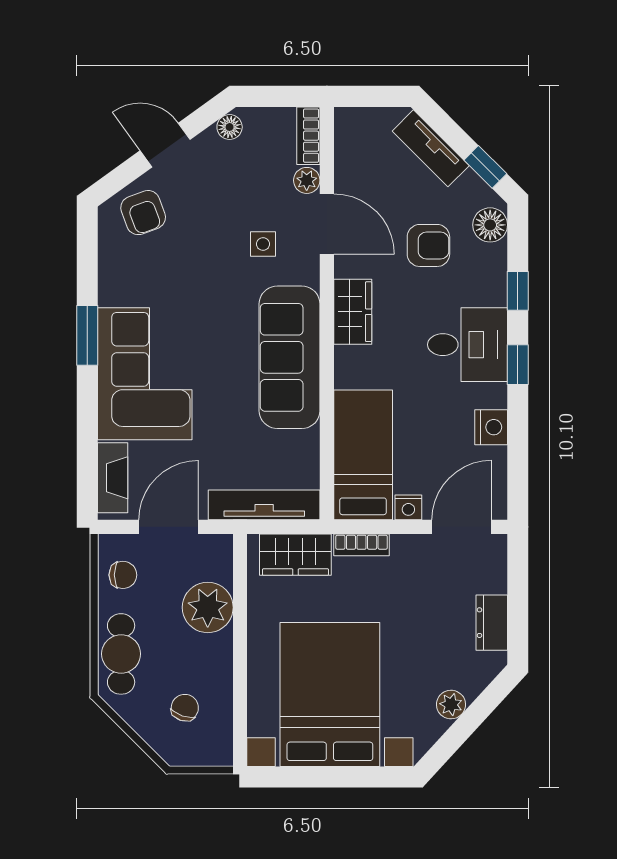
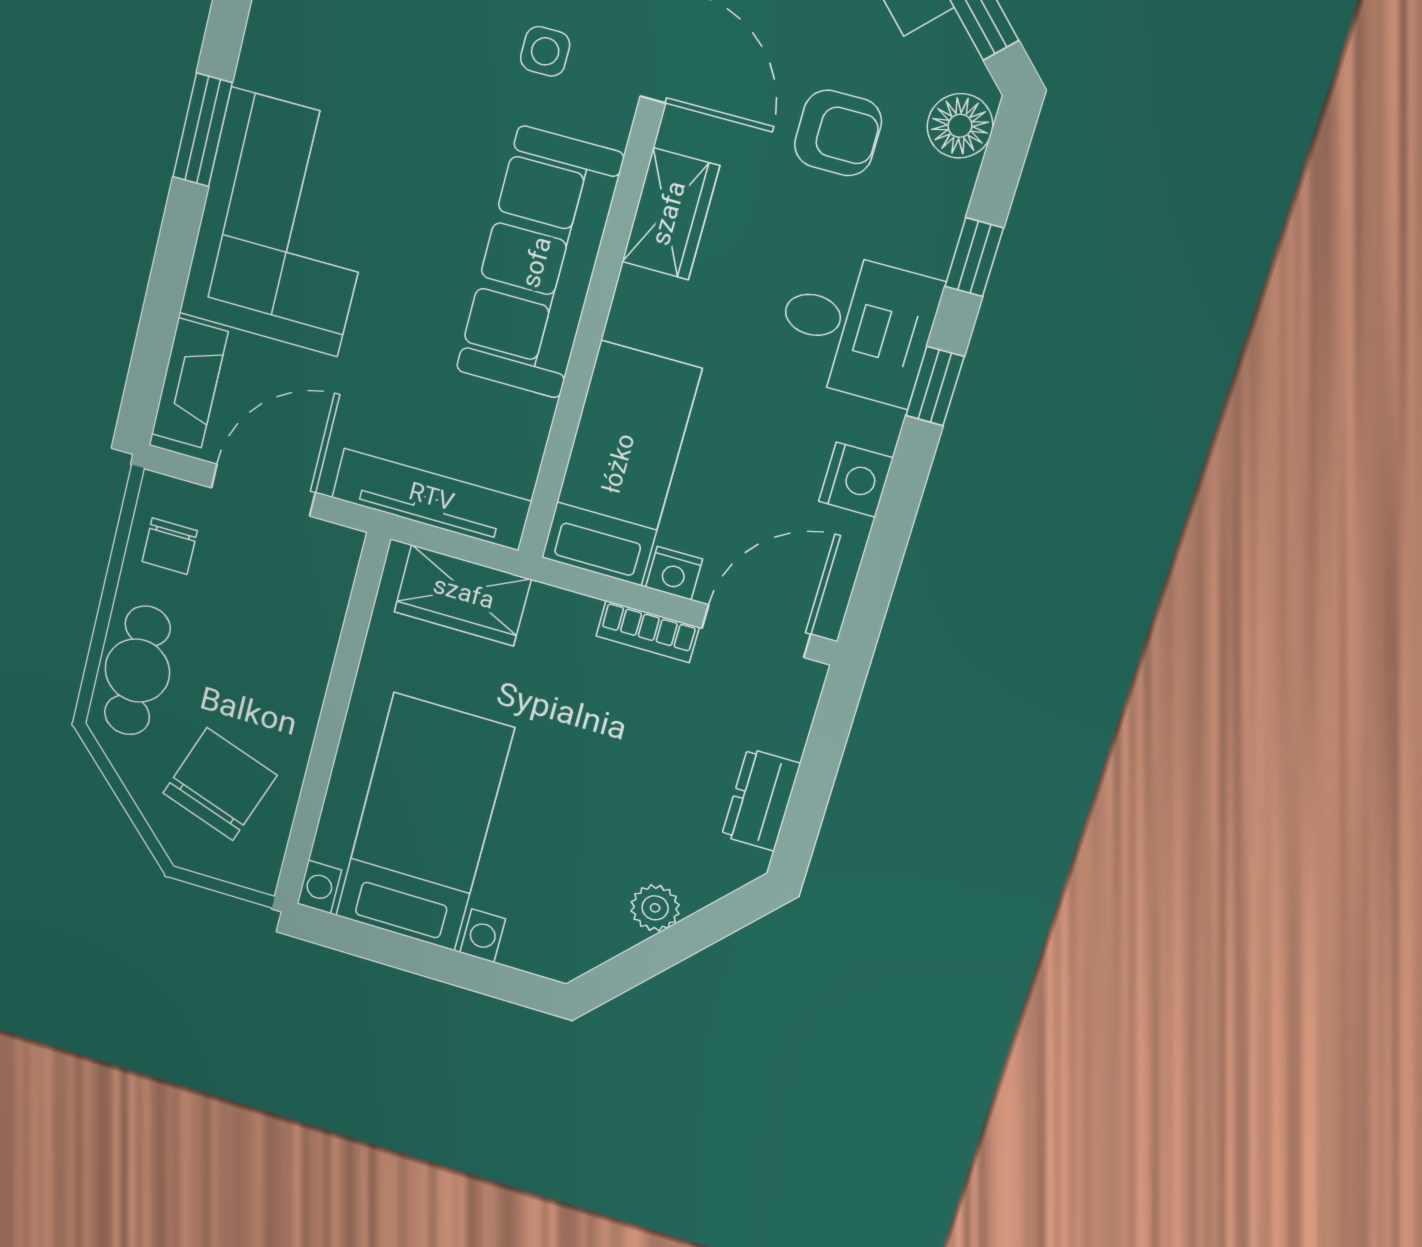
bookcase: (362, 545) -> (648, 632), moved
chair: (123, 575) -> (170, 546), turned 90
plant: (208, 607) -> (296, 638), removed
bed with nightstands: (330, 694) -> (424, 823), width x0.73
chair: (185, 708) -> (220, 784), width x1.87, depth x1.87

